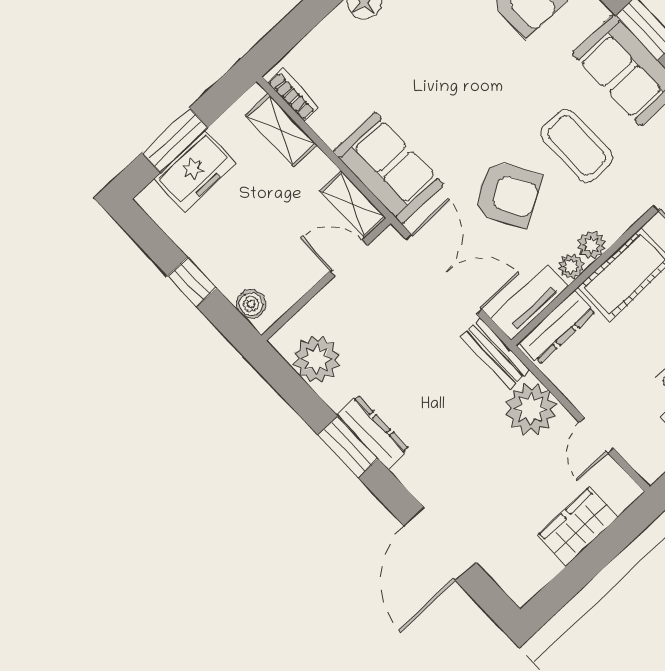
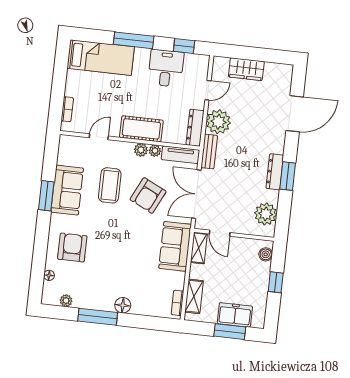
armchair: (508, 194) -> (148, 196), turned -125
dresser: (557, 327) -> (195, 128), moved, turned -90

